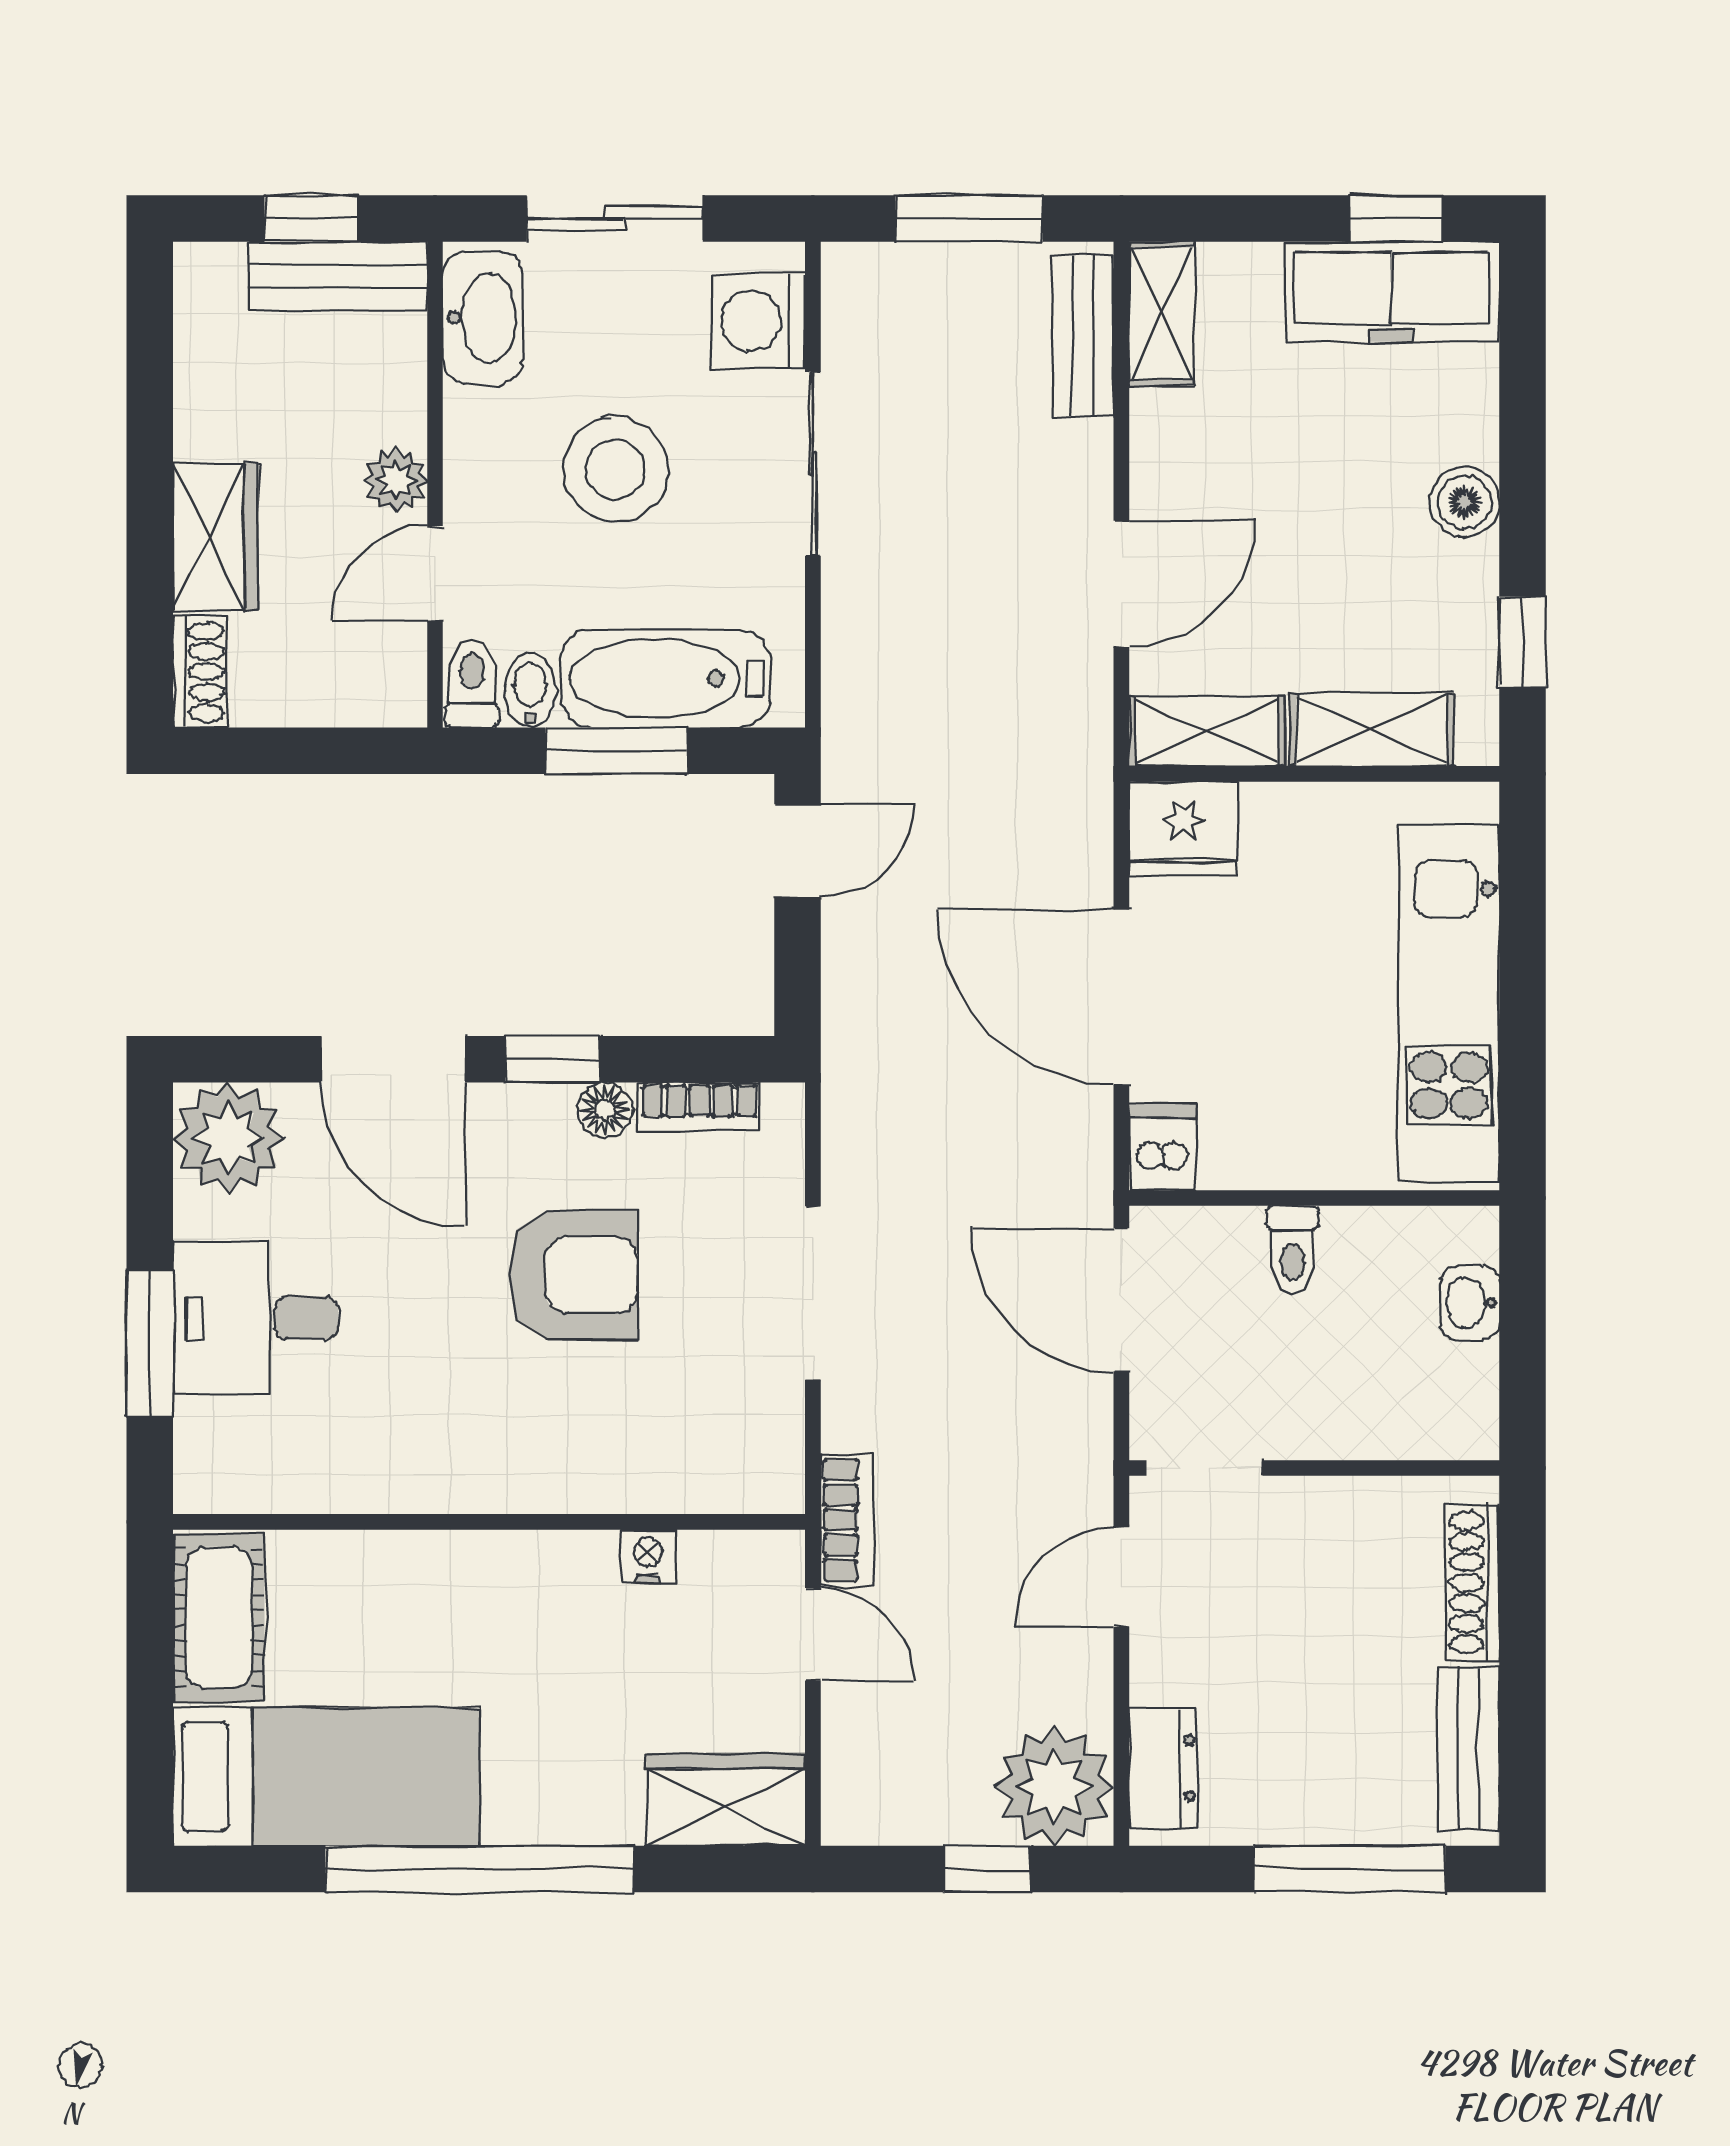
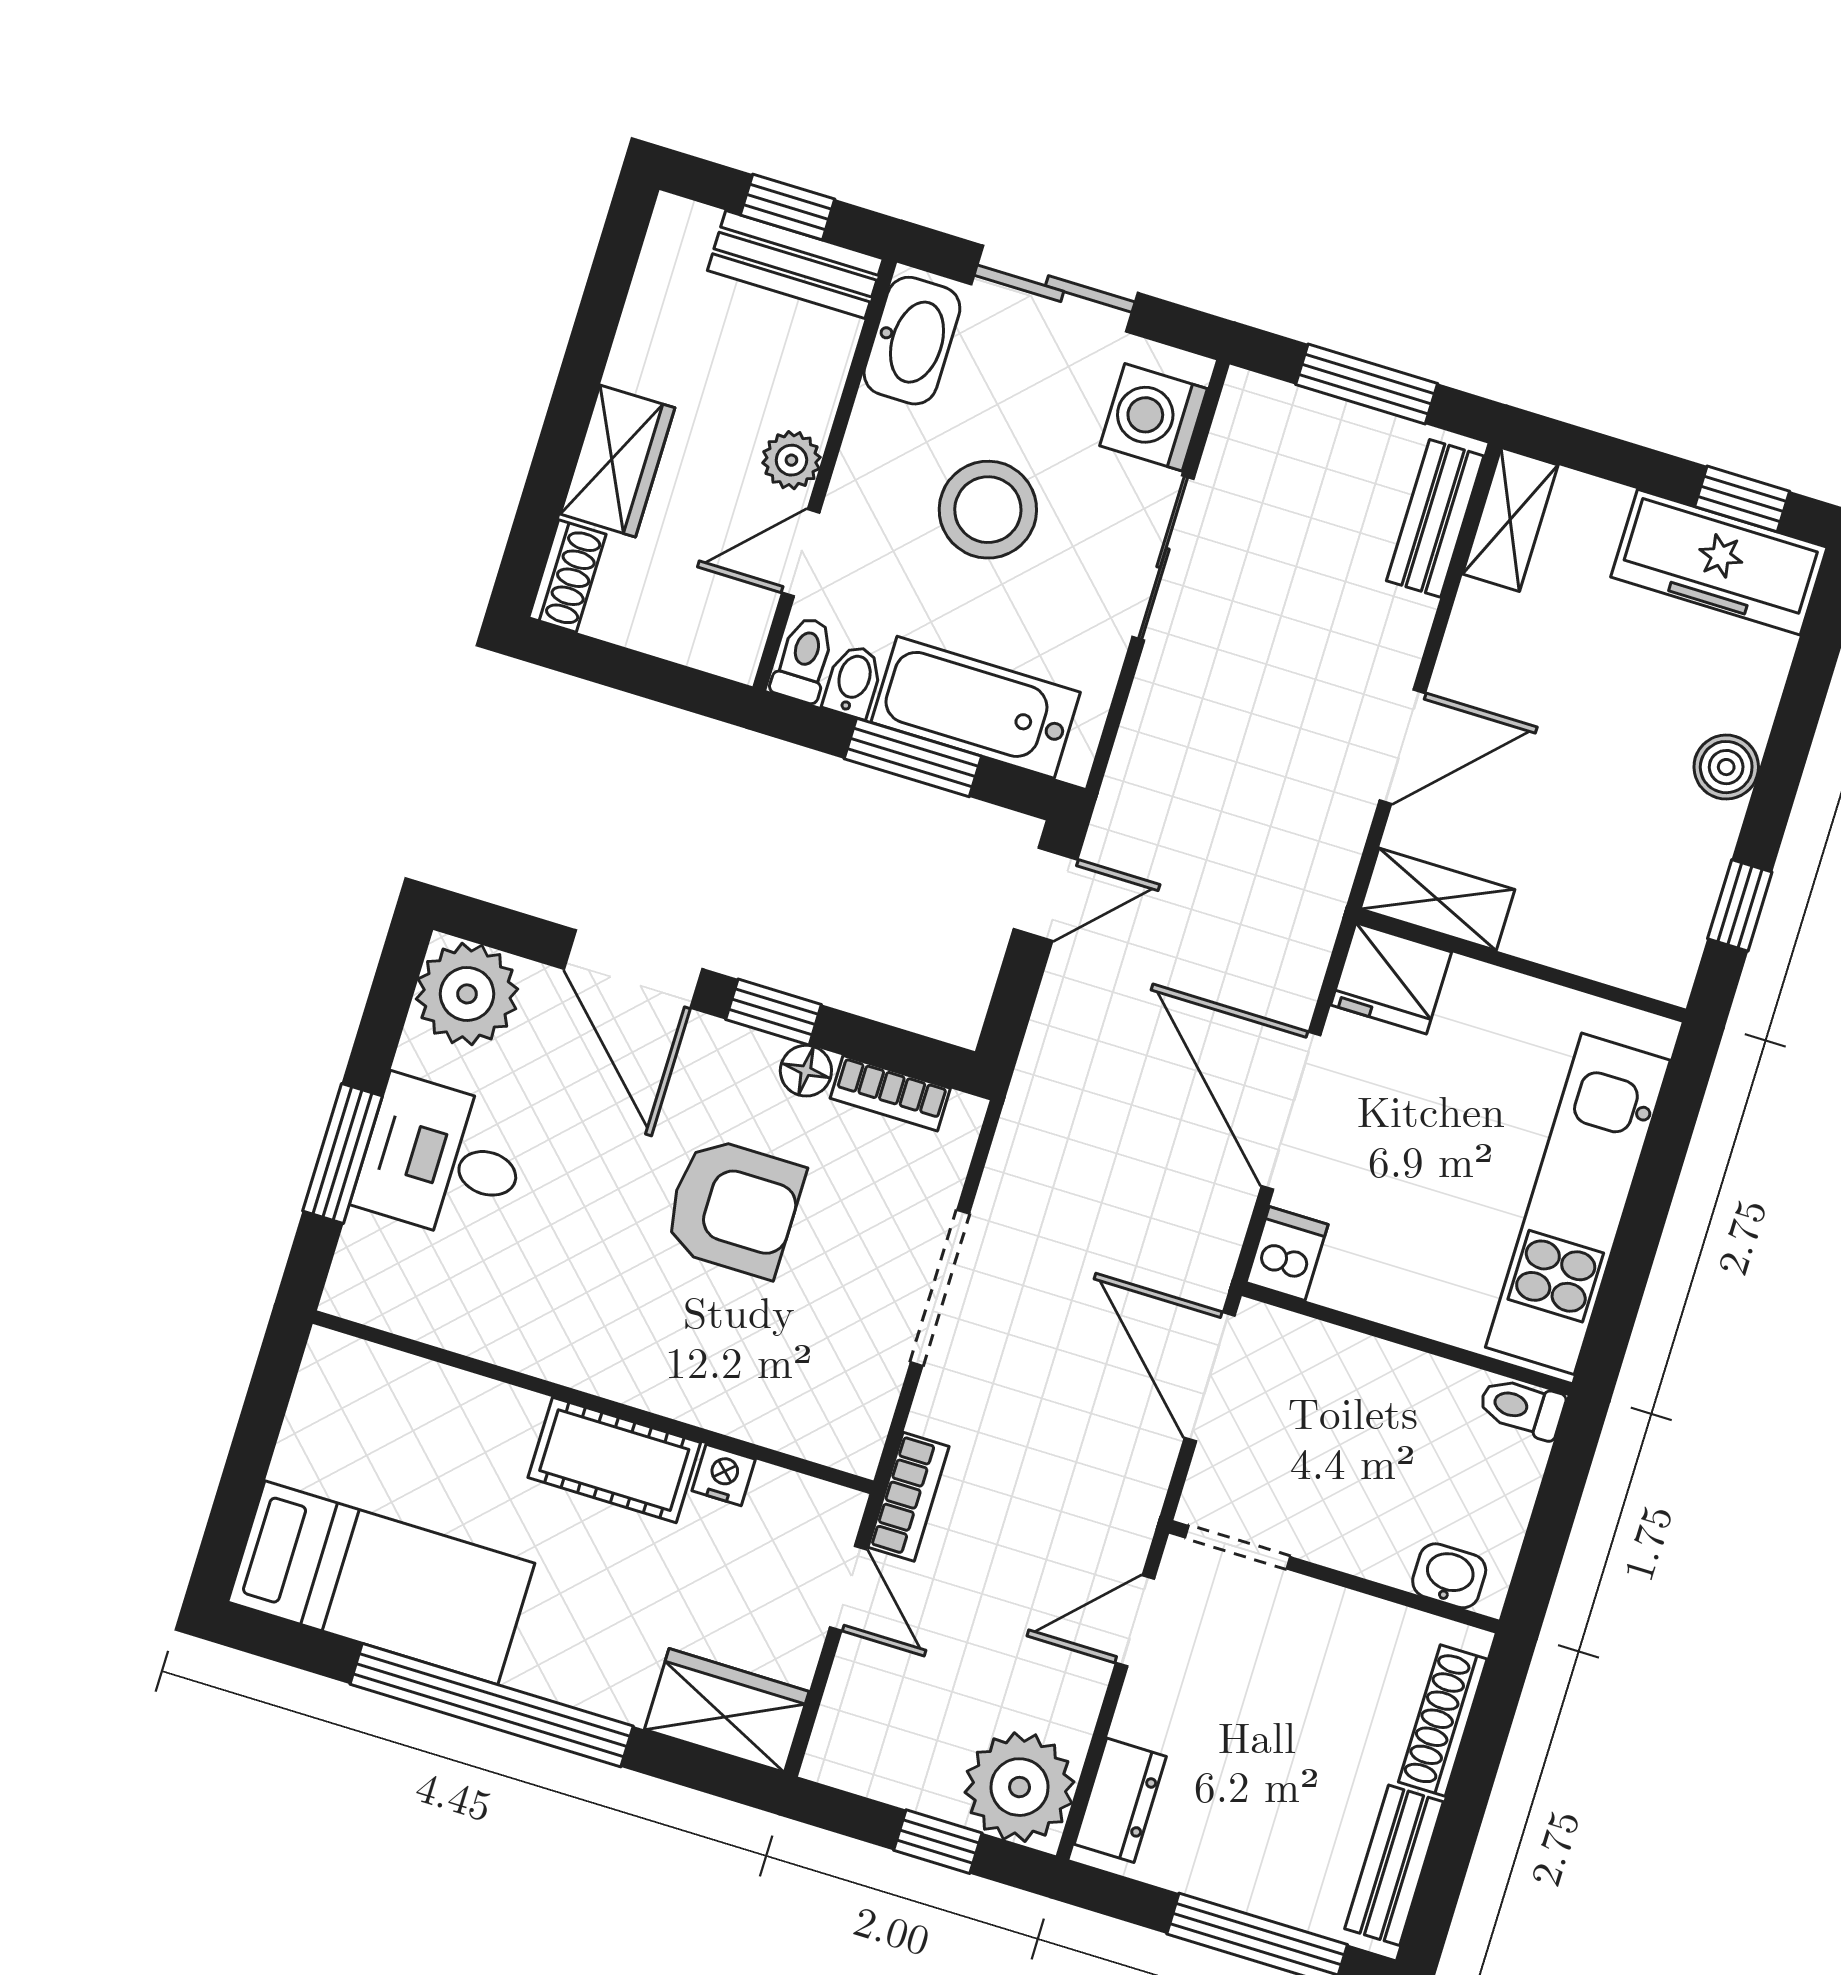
shelving: (1372, 729) -> (1583, 942), removed
toilet: (1293, 1250) -> (1522, 1408), moved, turned 90
washbasin: (1470, 1303) -> (1449, 1576), moved, turned 90
cot: (219, 1617) -> (614, 1460), moved, turned 90

